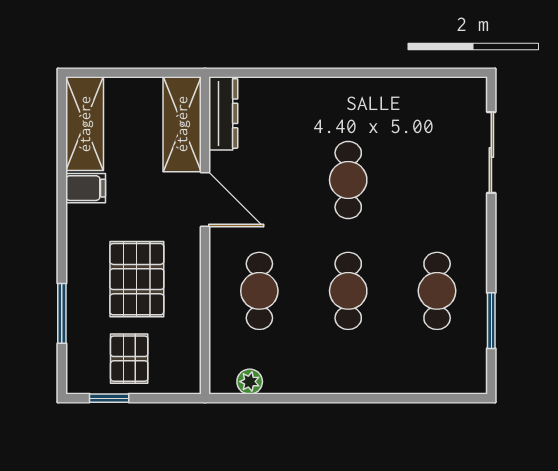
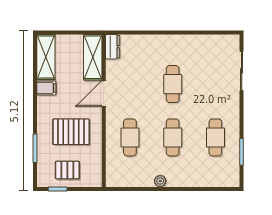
dresser: (223, 113) -> (113, 47), width x0.70
door: (205, 200) -> (104, 94), swing flipped
pallet: (137, 279) -> (71, 132), turned 90
pallet: (129, 359) -> (67, 170), turned 90
plant: (250, 382) -> (160, 181), moved

